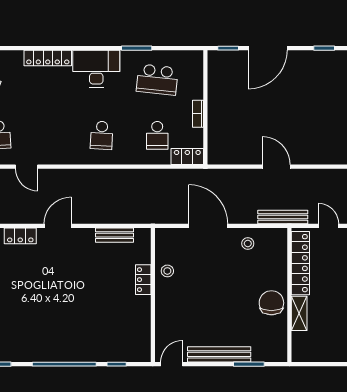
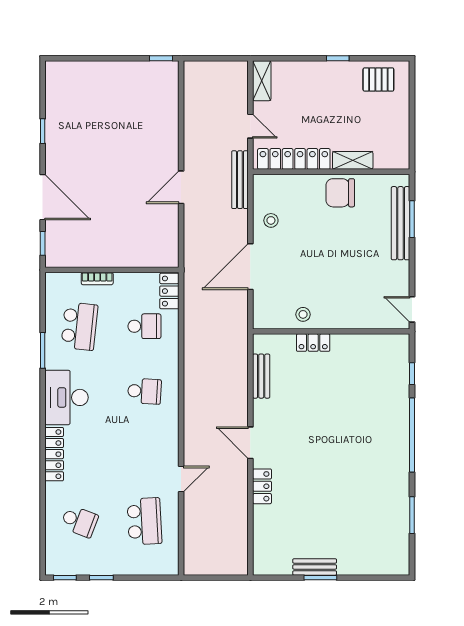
bookcase: (198, 114) -> (97, 279), moved
door: (328, 226) -> (250, 126), swing flipped
bench: (219, 354) -> (401, 223), moved

